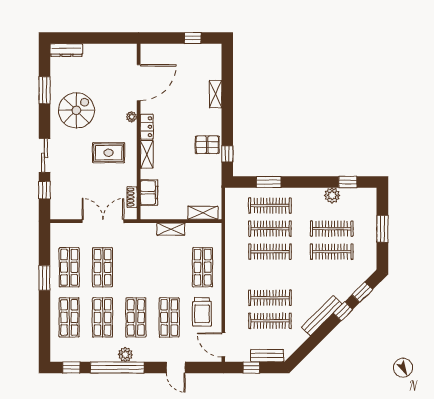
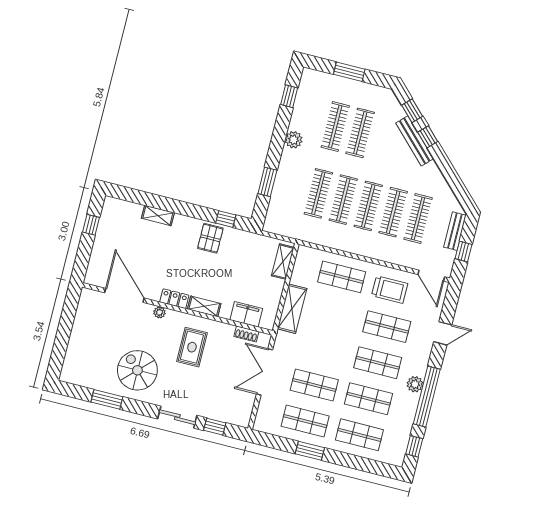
dresser: (66, 50) -> (69, 365), removed
plant: (332, 195) -> (294, 140), moved
clothes rail: (270, 206) -> (368, 206), moved
shelving: (171, 229) -> (292, 309), width x1.50, depth x1.33
bench: (322, 316) -> (415, 141), moved
door: (223, 345) -> (431, 276), hinge flipped

